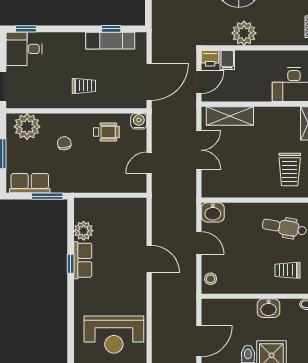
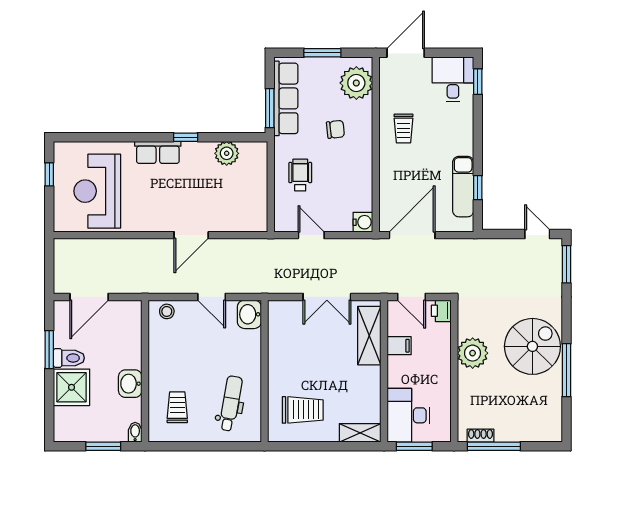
filing cabinet: (227, 60) -> (399, 346), moved, turned 180
door: (149, 82) -> (412, 235), swing flipped
trolley: (84, 86) -> (403, 128), moved
wheelchair: (106, 132) -> (300, 175), moved, turned 180
trolley: (290, 170) -> (303, 410), turned 180
row of seats: (30, 183) -> (286, 98), width x1.48
door: (199, 243) -> (212, 297), hinge flipped
row of seats: (83, 260) -> (158, 152), moved
door: (199, 341) -> (89, 297), hinge flipped

